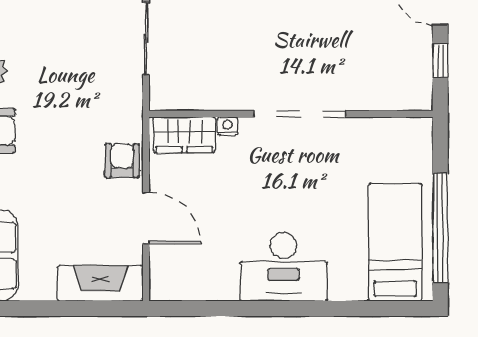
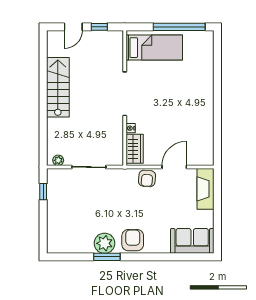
armchair: (122, 161) -> (147, 178), turned -85
bed: (395, 242) -> (154, 48), moved, turned 180
desk: (284, 267) -> (198, 102), removed

